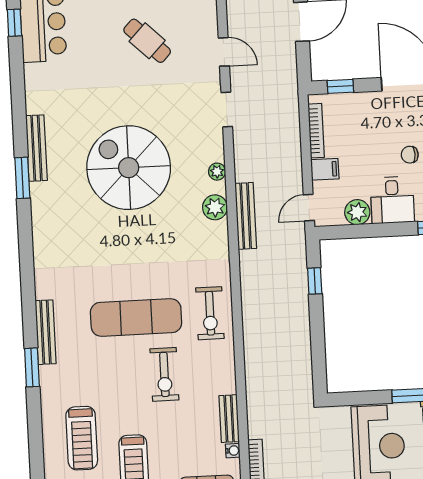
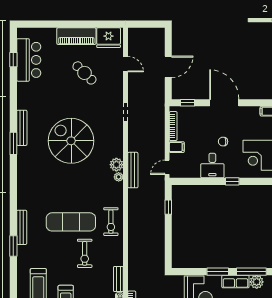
door: (224, 52) -> (126, 64), moved
plant: (217, 172) -> (119, 177), moved
plant: (357, 212) -> (193, 171), removed

